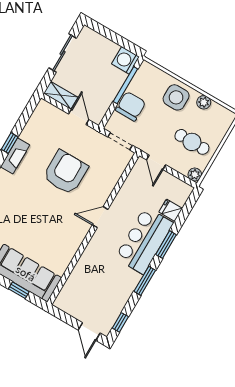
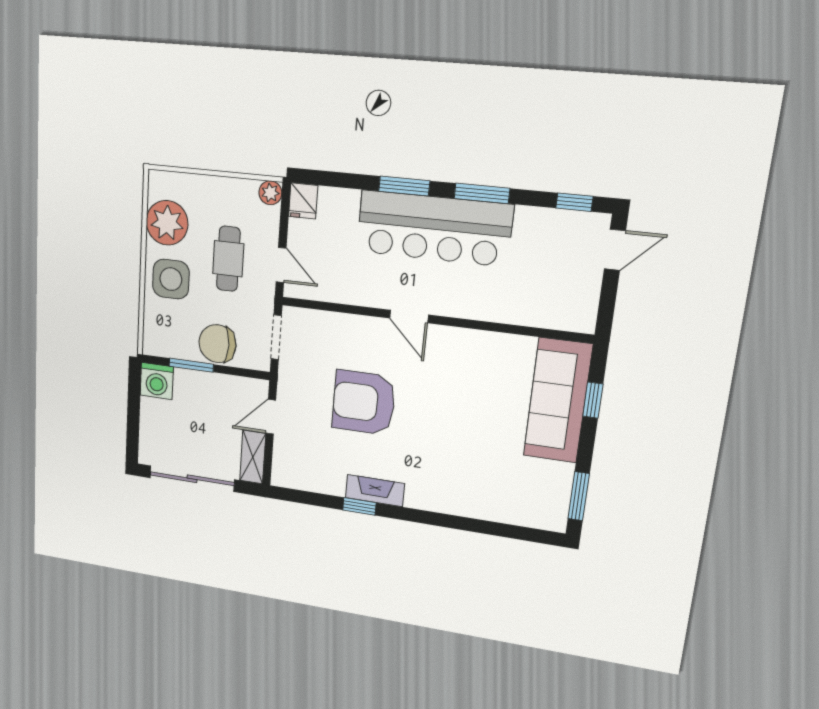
sliding door: (63, 53) -> (192, 479), width x1.37
window: (125, 85) -> (191, 365), width x0.69
plant: (204, 102) -> (167, 223), width x1.88, depth x1.88
cafe table: (192, 142) -> (228, 259), moved
door: (156, 162) -> (281, 265), hinge flipped
fridge: (171, 210) -> (303, 201), moved
bar counter: (144, 240) -> (434, 228), width x1.36

